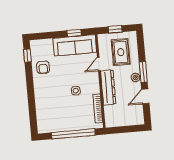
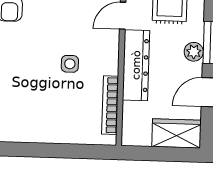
wardrobe: (132, 118) -> (176, 133), added
window: (73, 134) -> (54, 150), removed

